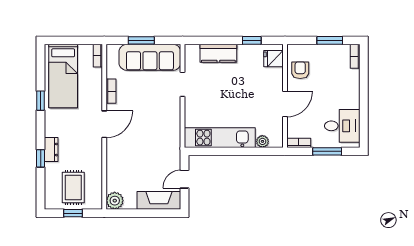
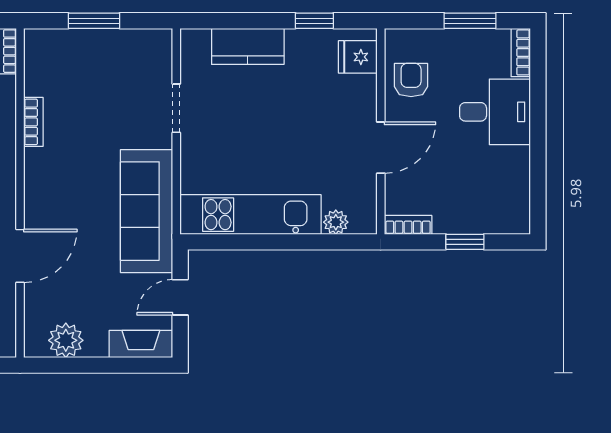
sofa: (150, 57) -> (147, 211), moved, turned 90
door: (104, 124) -> (20, 256), moved
desk: (342, 126) -> (495, 112), moved
window: (327, 151) -> (465, 242), width x0.67
fireplace: (159, 200) -> (141, 344), width x0.73, depth x0.76
plant: (115, 201) -> (66, 340), moved

